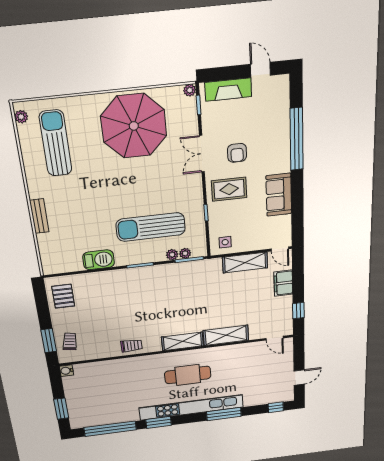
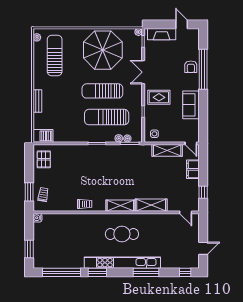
armchair: (237, 153) -> (191, 67), moved
sun lounger: (140, 190) -> (102, 91), added
barbecue: (99, 260) -> (43, 136), moved

